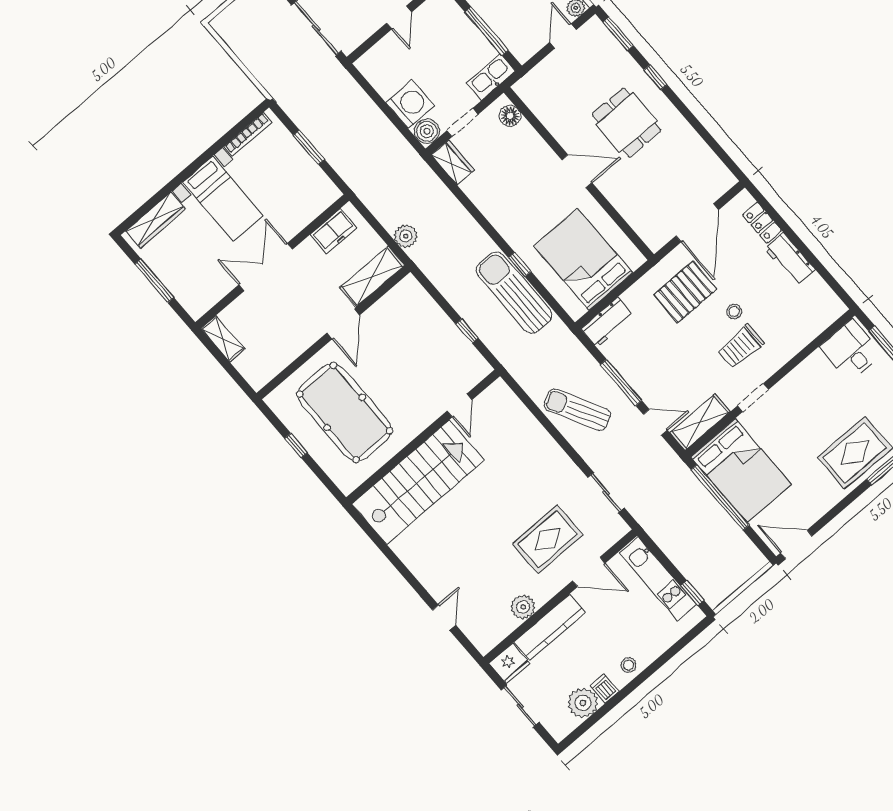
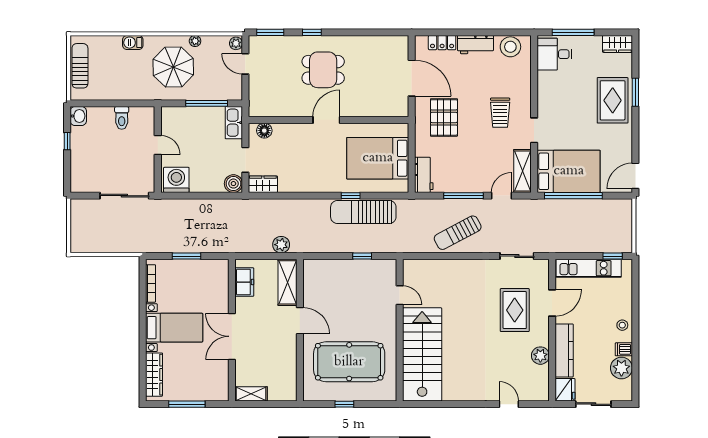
washing machine: (410, 104) -> (176, 180), moved
stool: (734, 312) -> (510, 47), moved, width x1.89, depth x1.89

